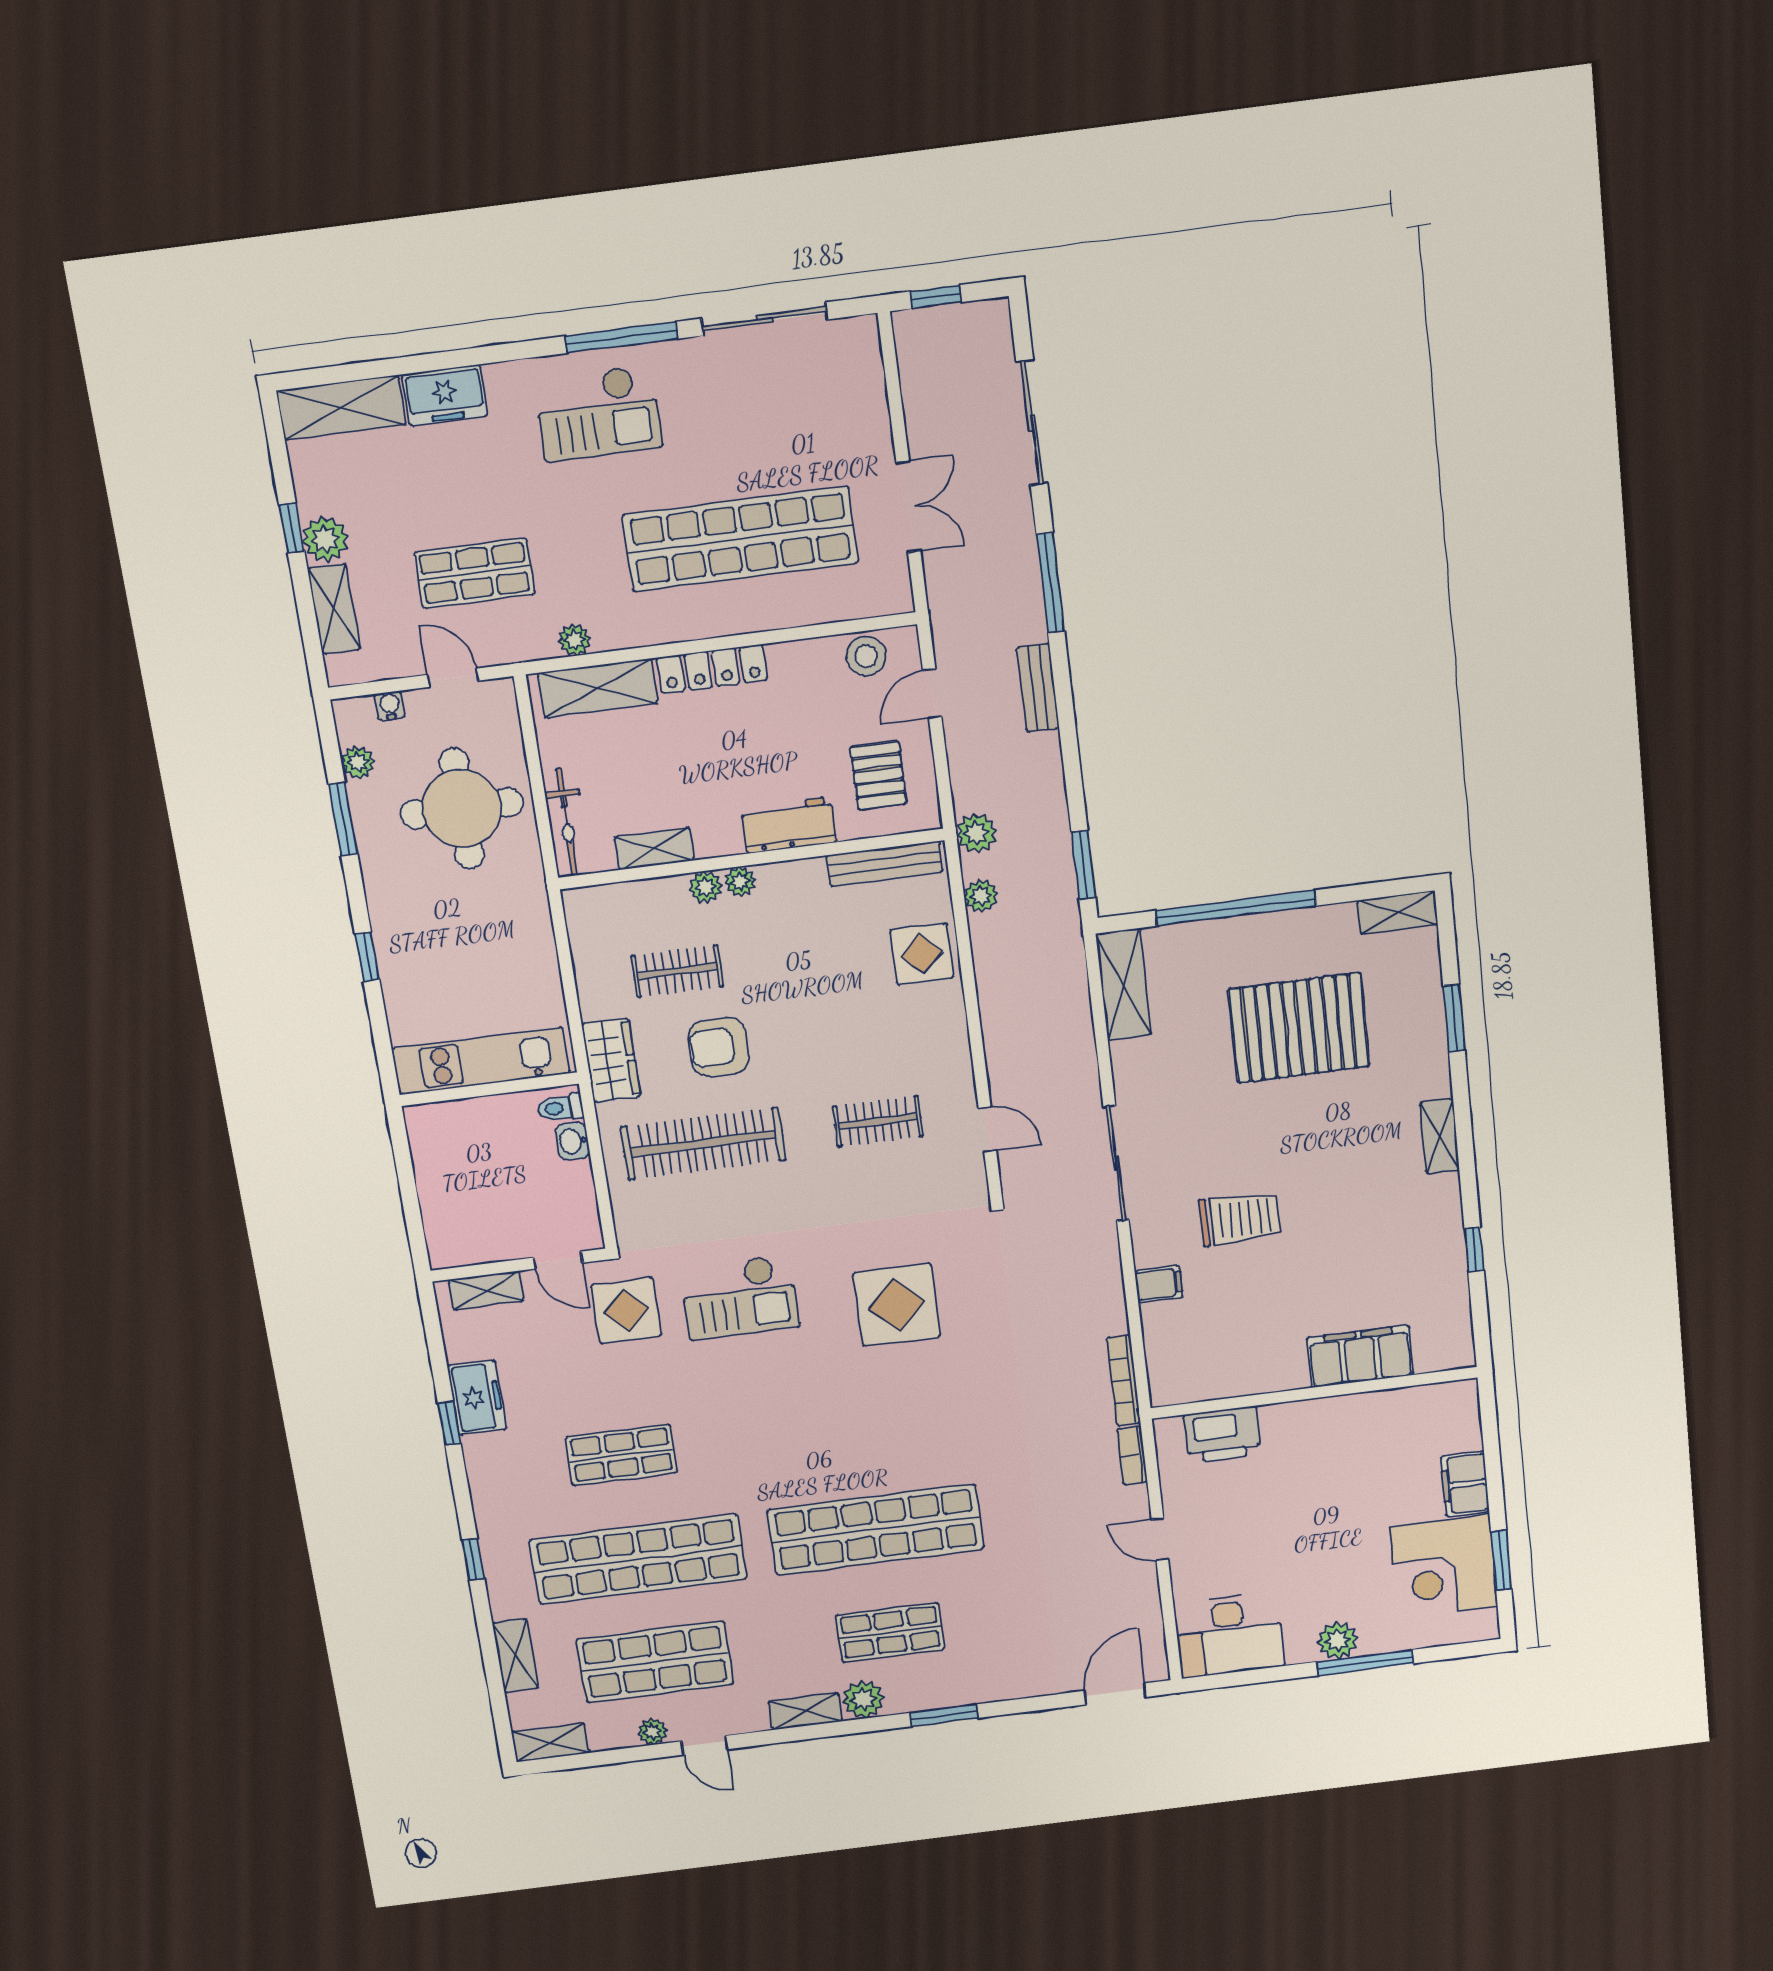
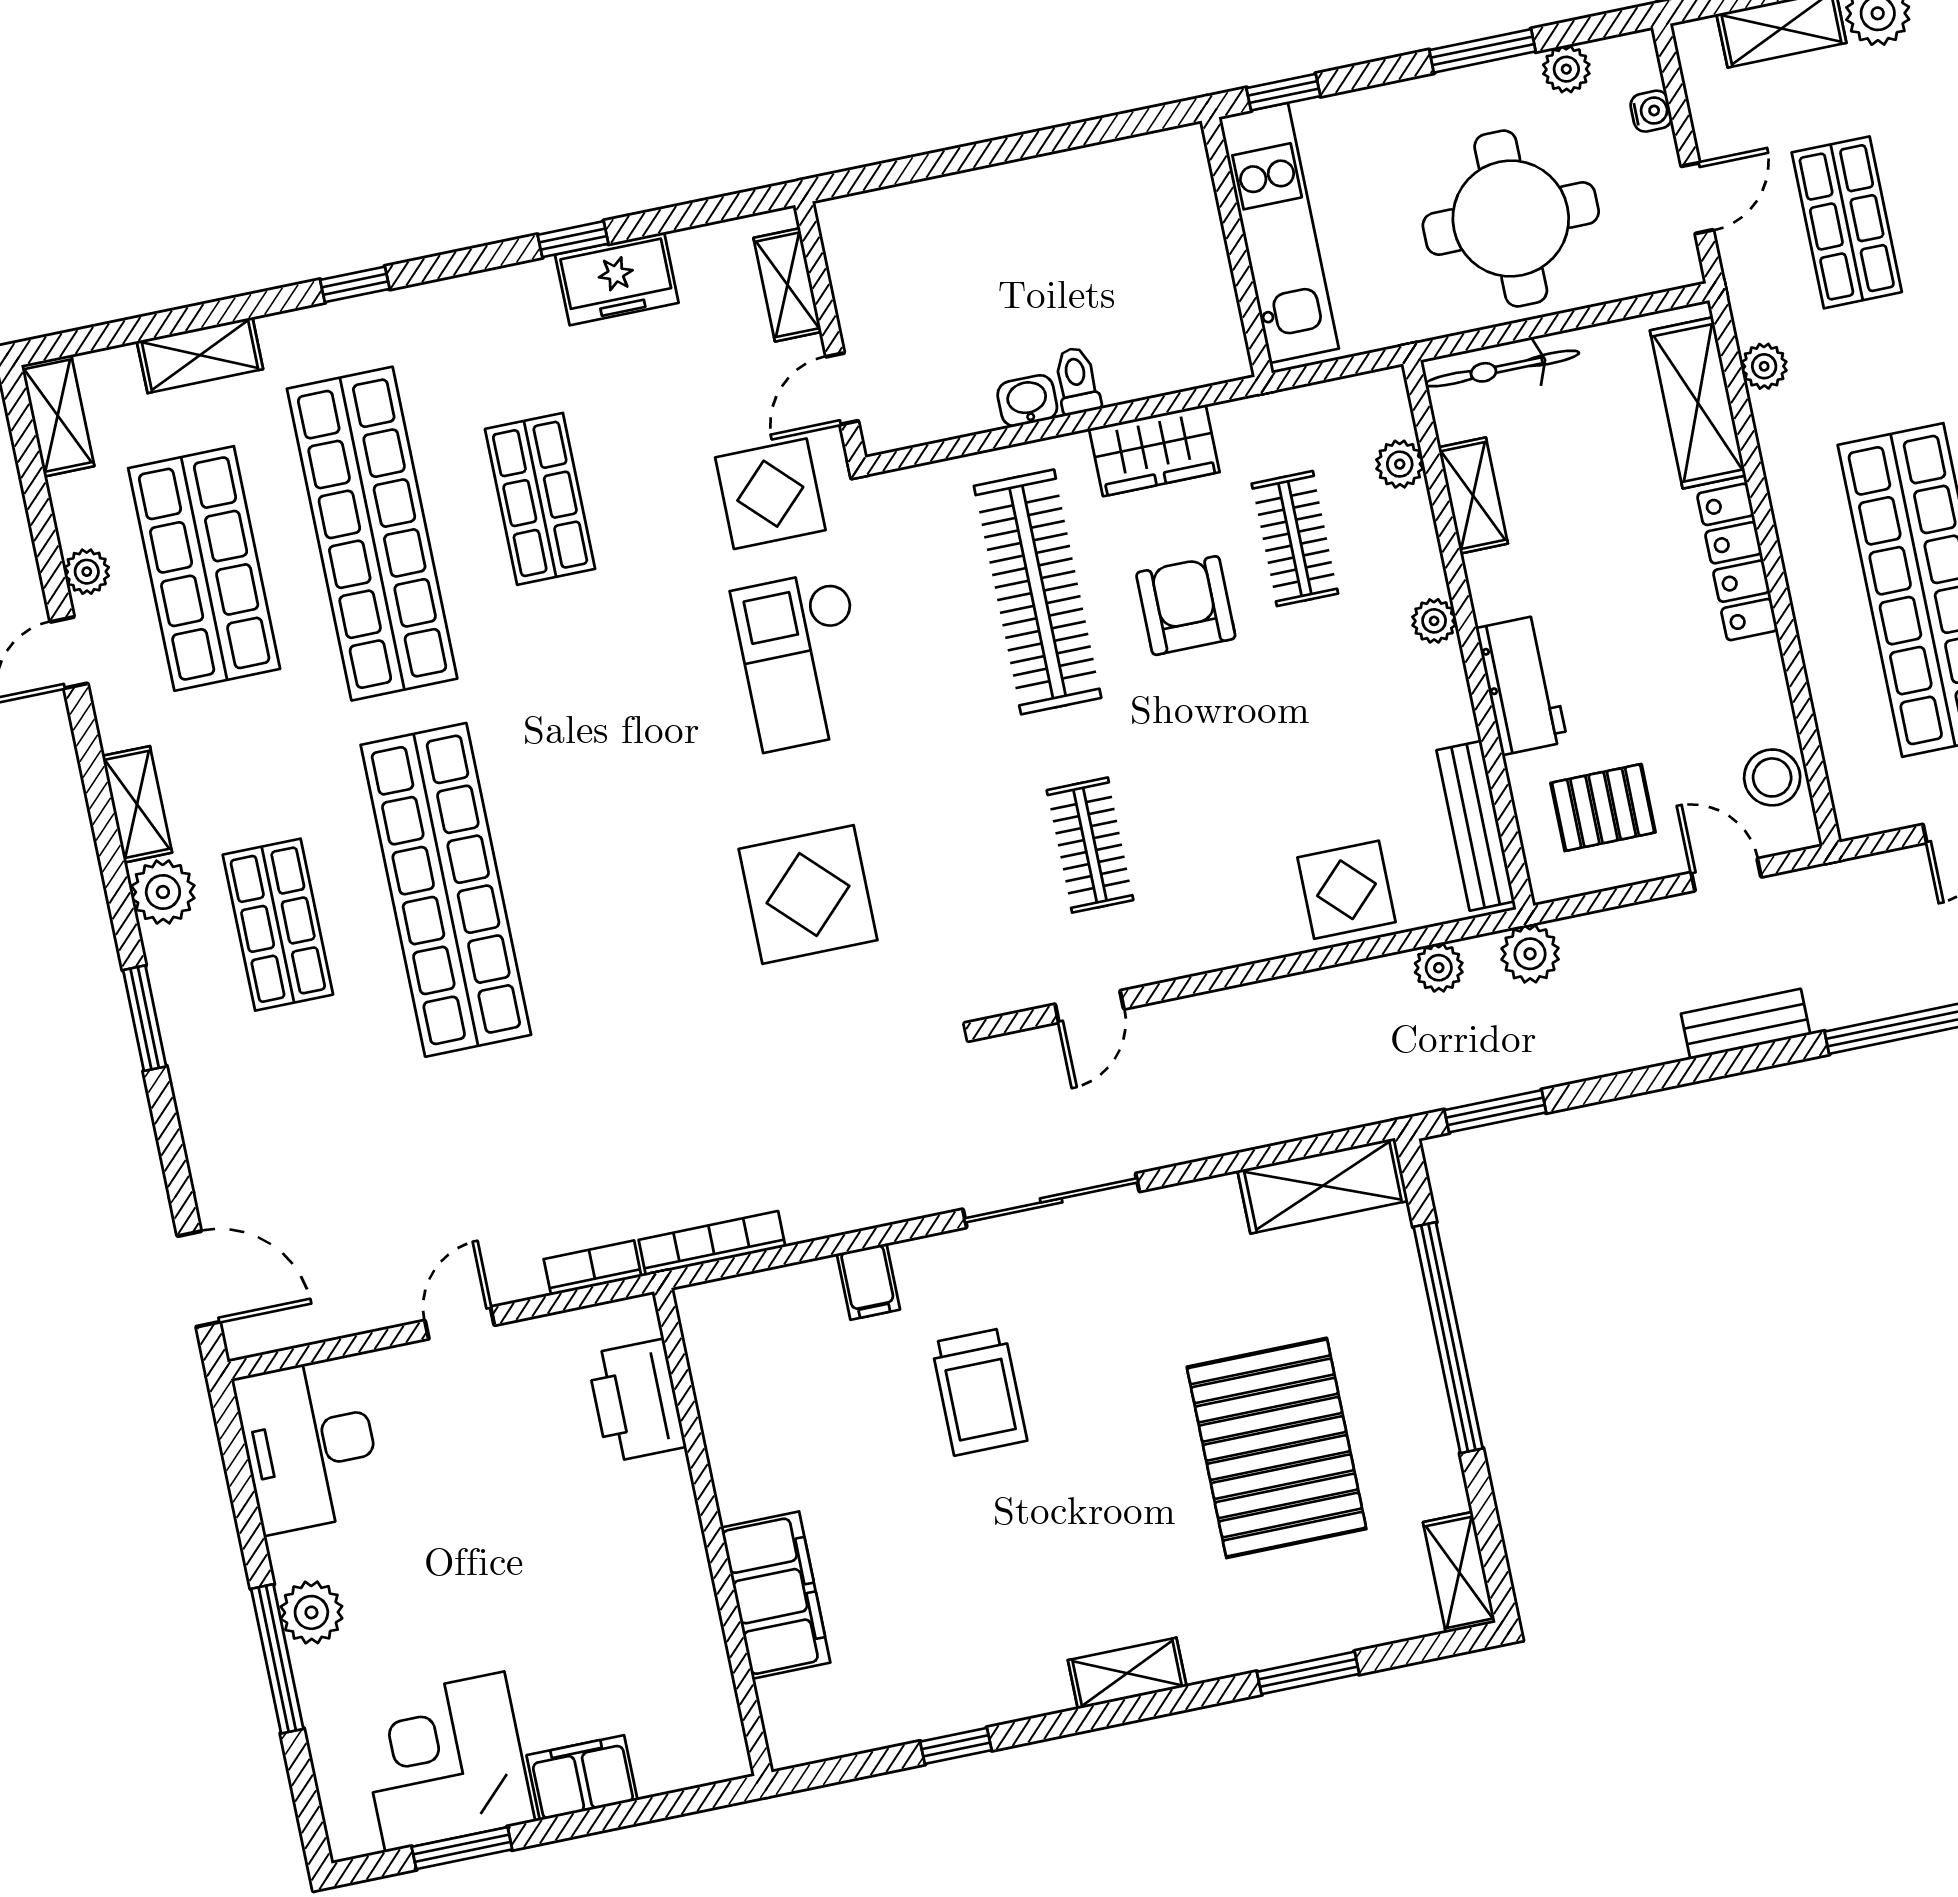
plant: (706, 887) -> (1400, 464), moved
kitchen unit: (481, 1061) -> (1279, 233), moved
wall: (489, 1089) -> (1237, 247), moved

